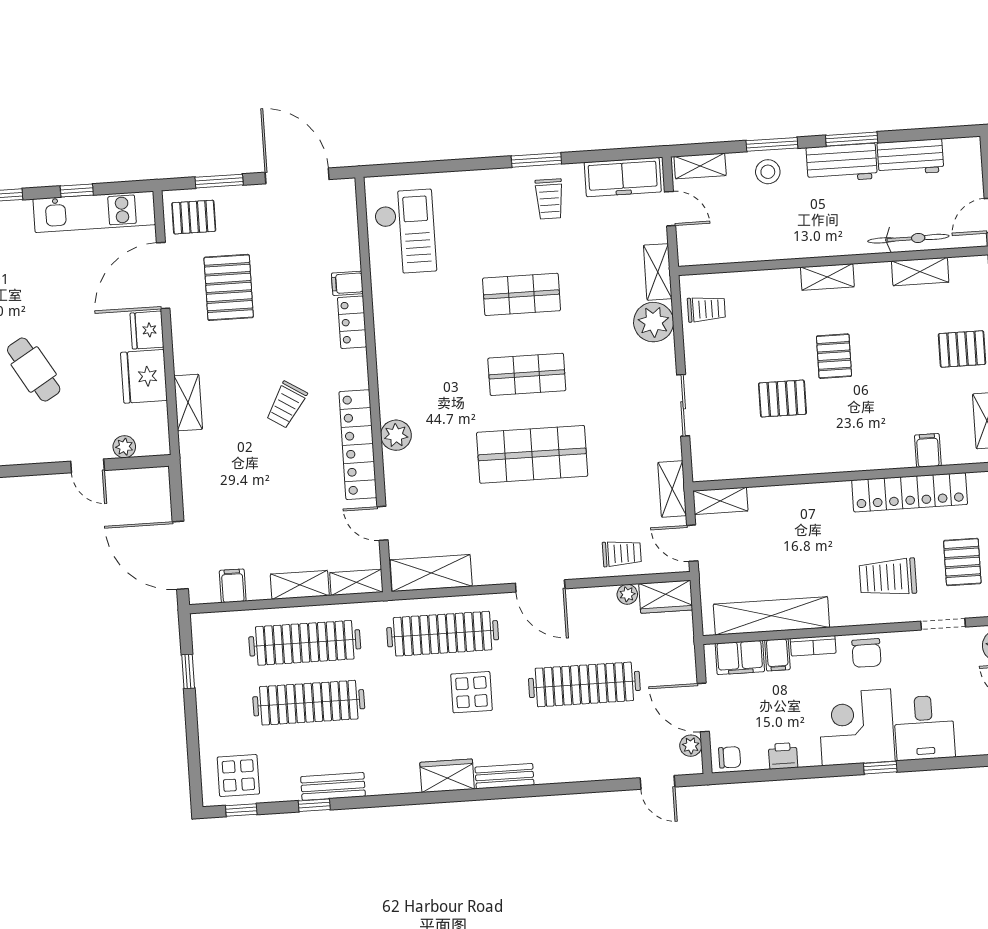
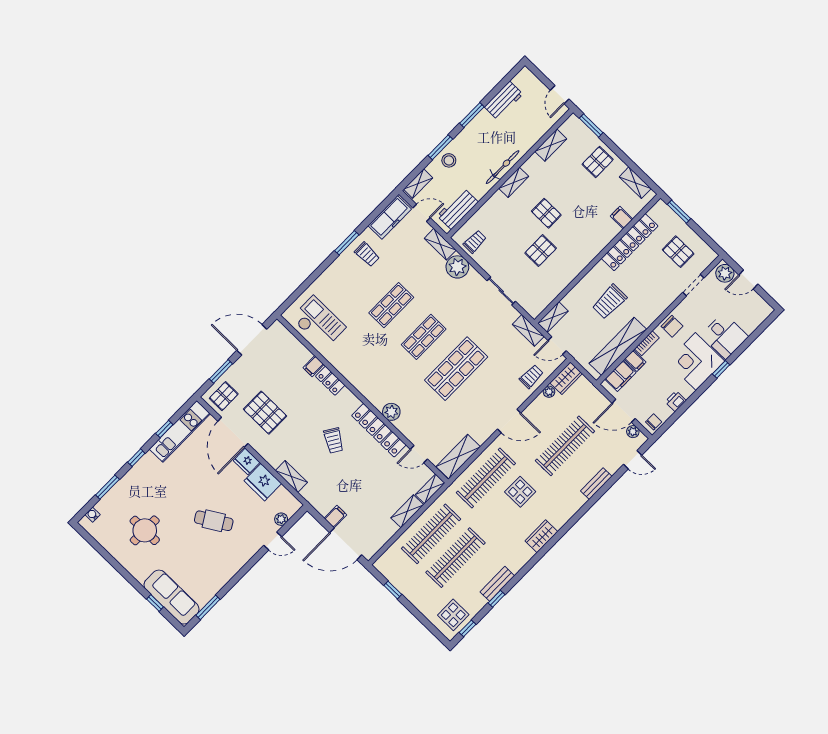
workbench: (842, 163) -> (458, 209), moved, turned 180
bicycle: (908, 239) -> (503, 167), moved
trolley: (888, 577) -> (610, 302), moved
filing cabinet: (233, 586) -> (335, 517), moved, turned 90
bench: (504, 776) -> (596, 484), moved

